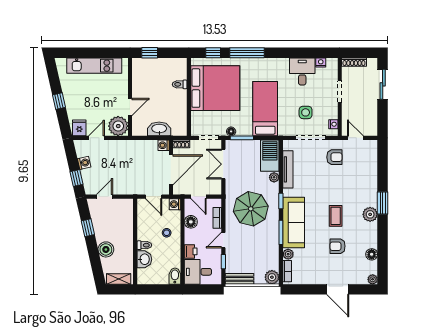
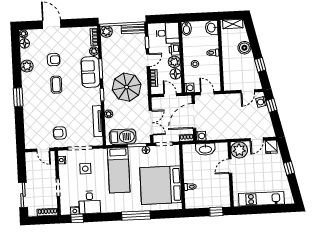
window: (213, 53) -> (77, 218), moved
barbecue: (270, 156) -> (123, 137), moved, turned -90
washing machine: (84, 163) -> (261, 102), moved
plant: (370, 214) -> (27, 66), moved
sofa: (294, 222) -> (90, 72), width x0.73
plant: (191, 236) -> (174, 62), added
floor lamp: (372, 254) -> (25, 43), moved
washbasin: (144, 259) -> (212, 28), moved

